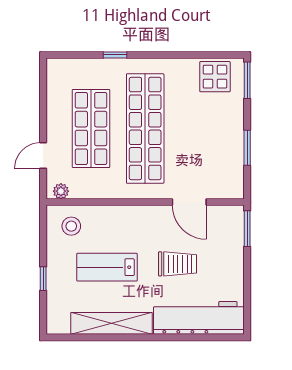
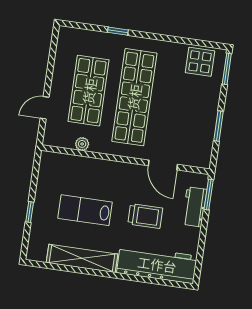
plant: (61, 191) -> (82, 144), moved
stool: (71, 226) -> (60, 171), removed
workbench: (233, 245) -> (194, 207), added

